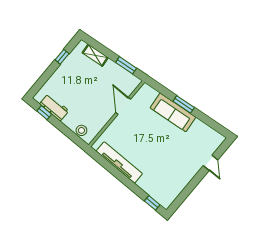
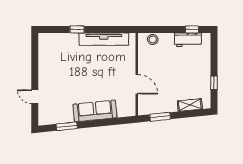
window: (184, 104) -> (67, 126), moved
window: (152, 203) -> (77, 29), moved

